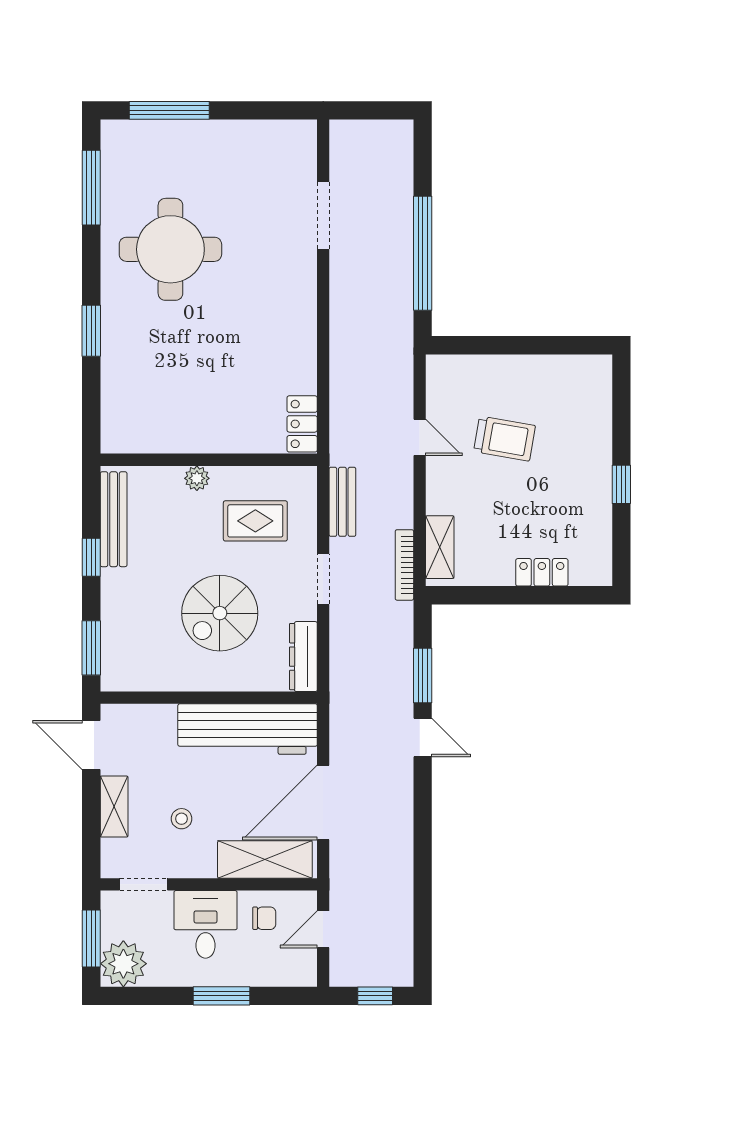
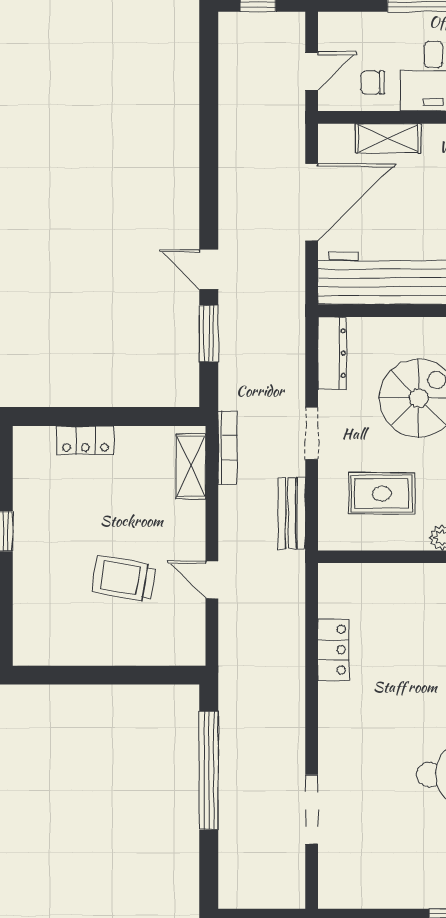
locker: (302, 424) -> (333, 650), moved
shelving: (265, 860) -> (388, 138), width x0.67, depth x0.75

